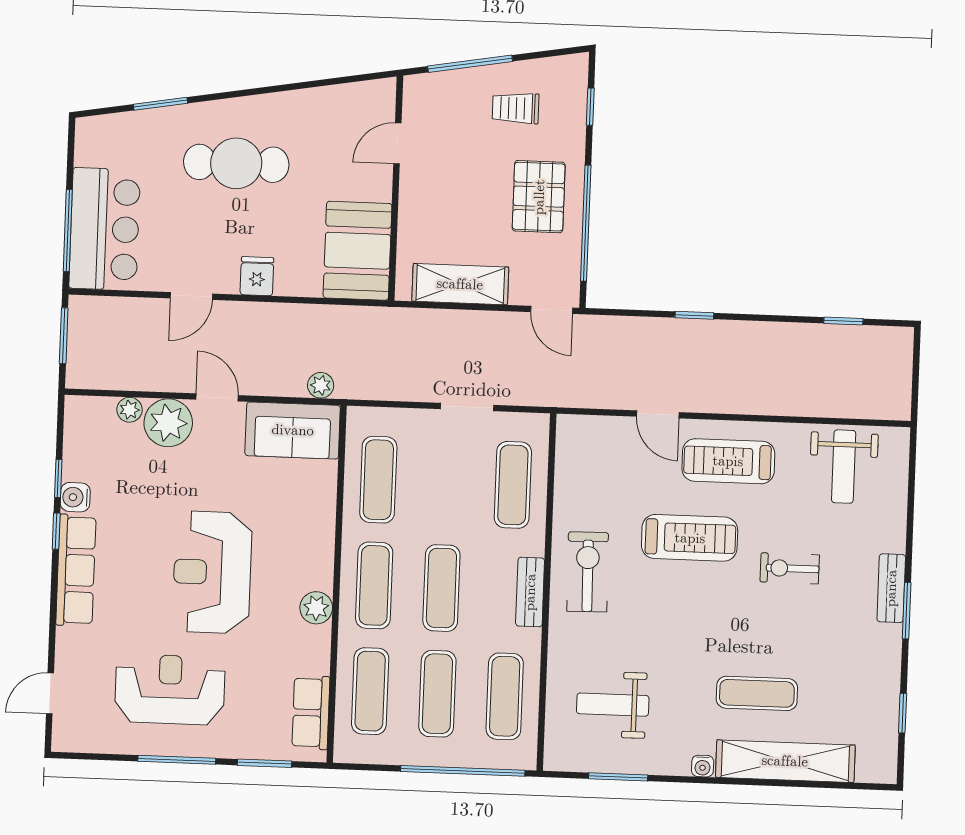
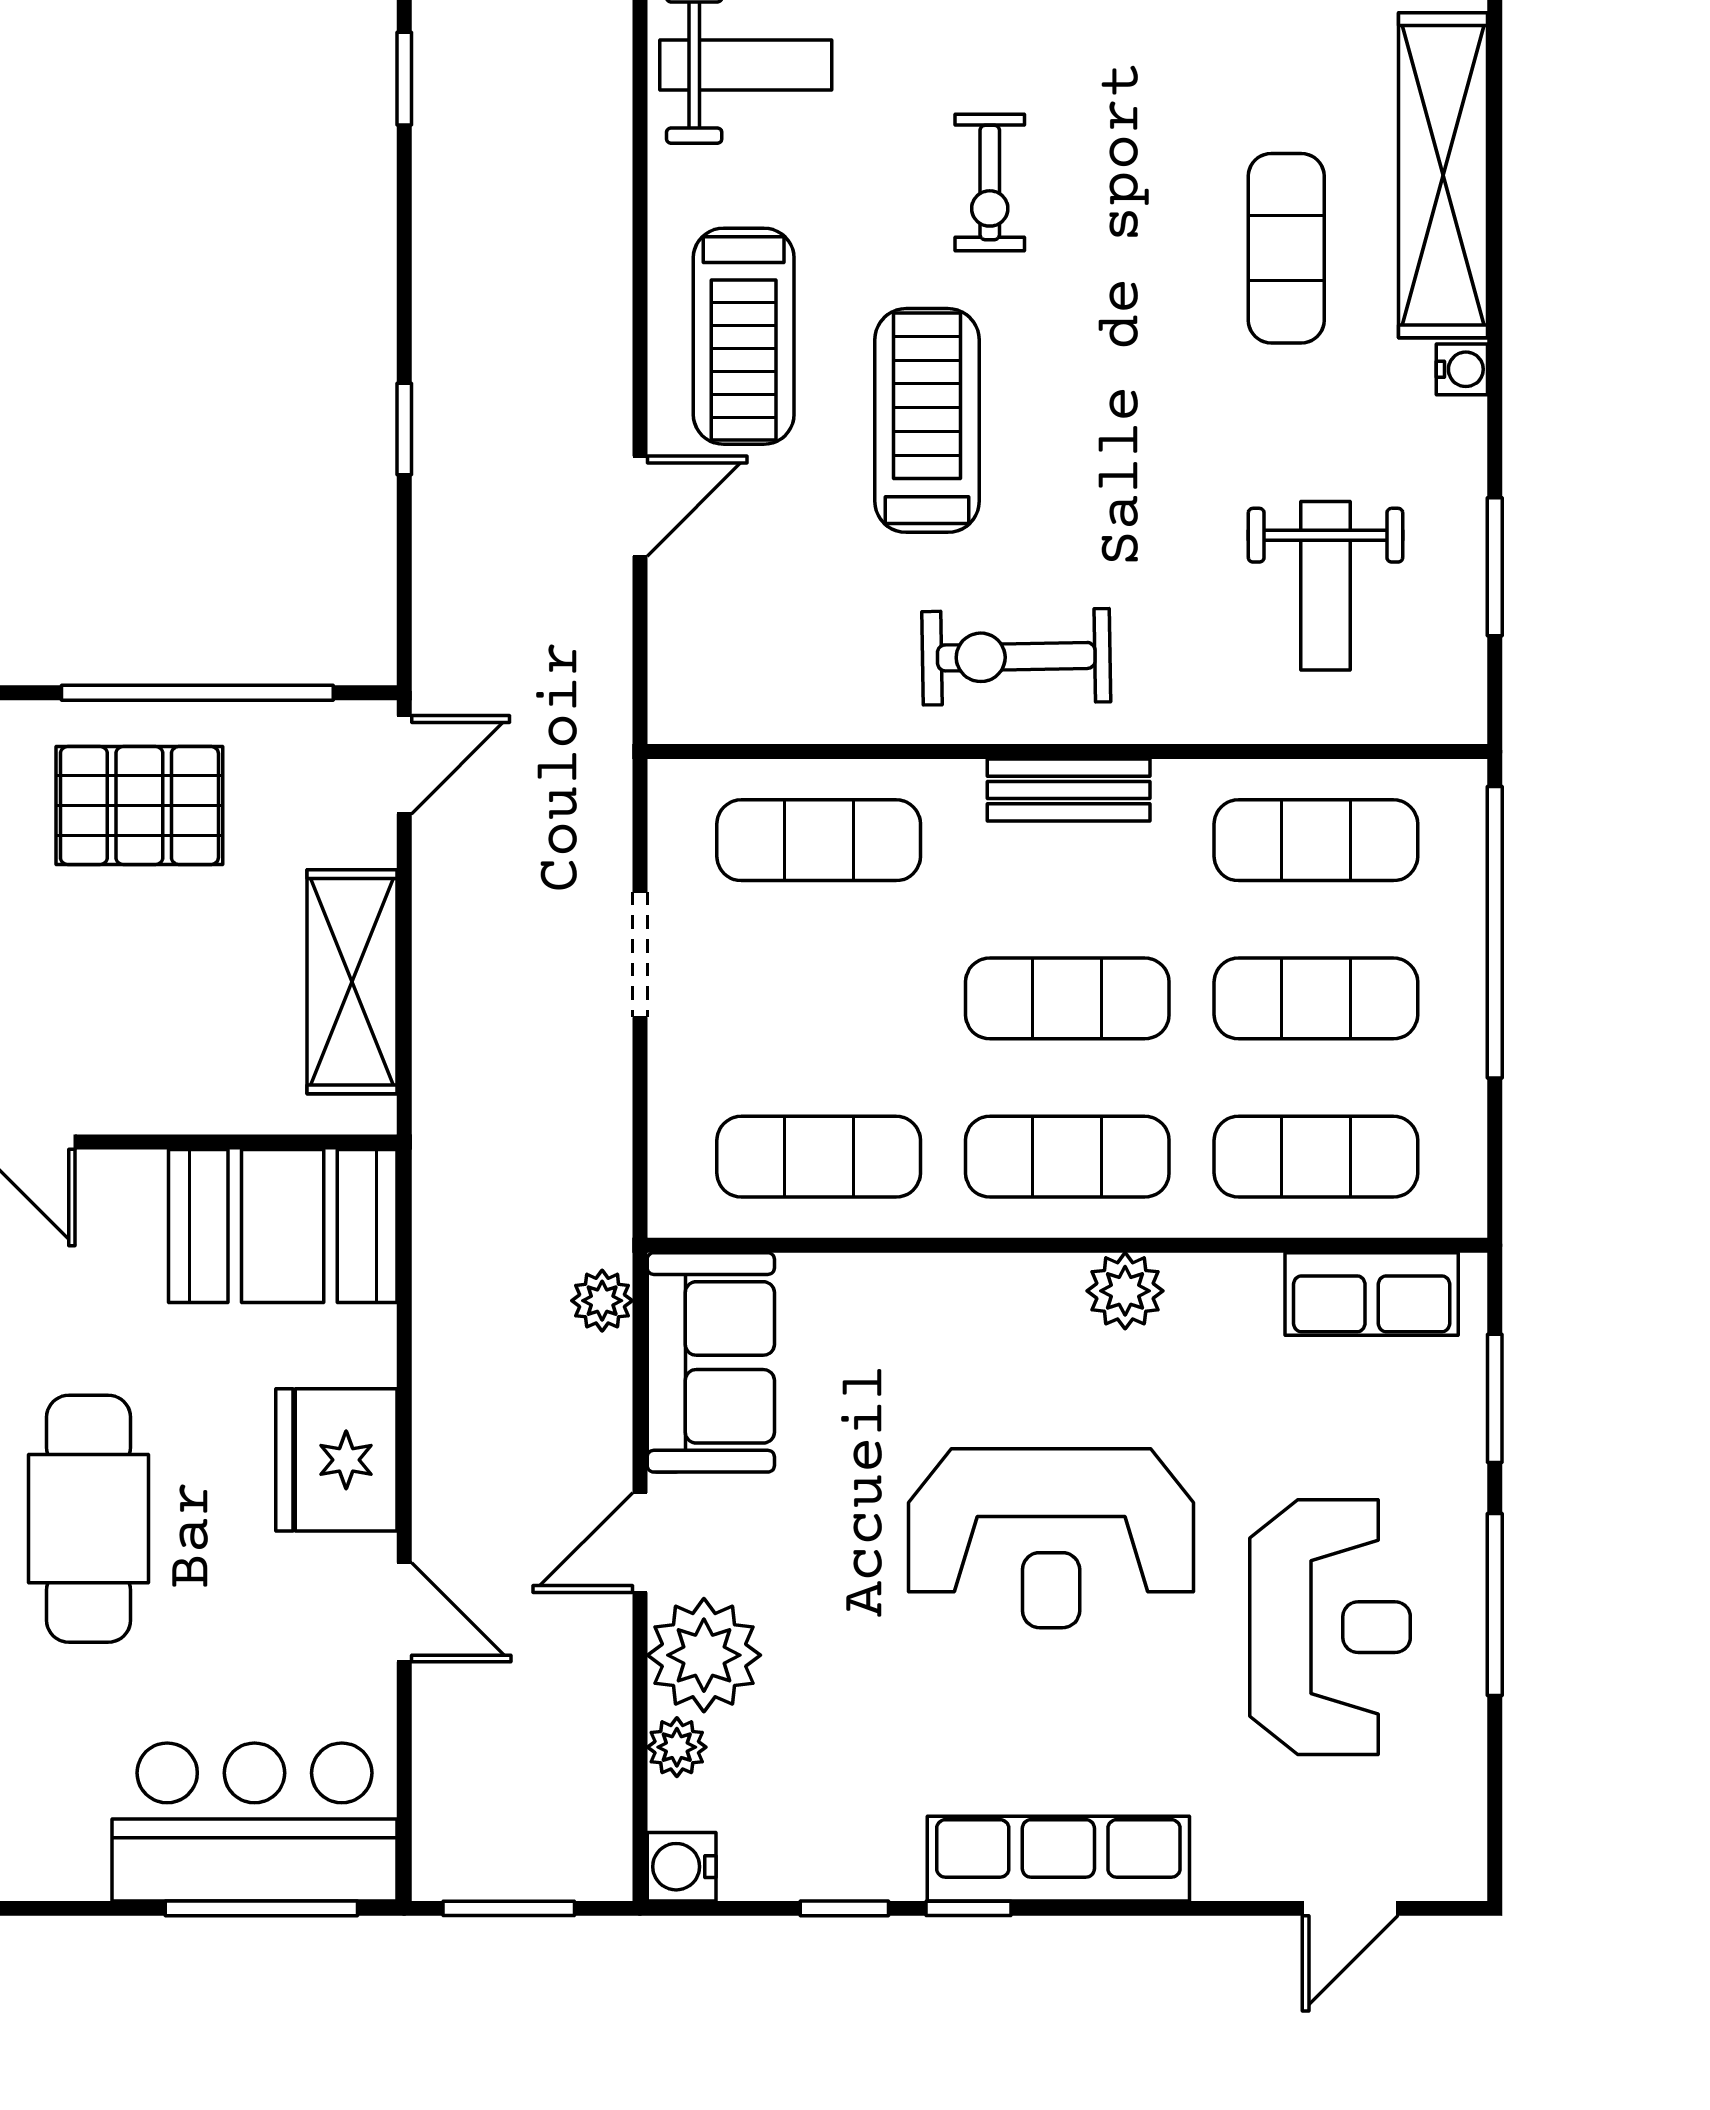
fridge: (257, 276) -> (336, 1460), width x1.88, depth x1.34
water cooler: (75, 497) -> (682, 1867), moved, turned 90
reception desk: (170, 689) -> (1330, 1627), turned 180
door: (50, 693) -> (1350, 1908), hinge flipped

